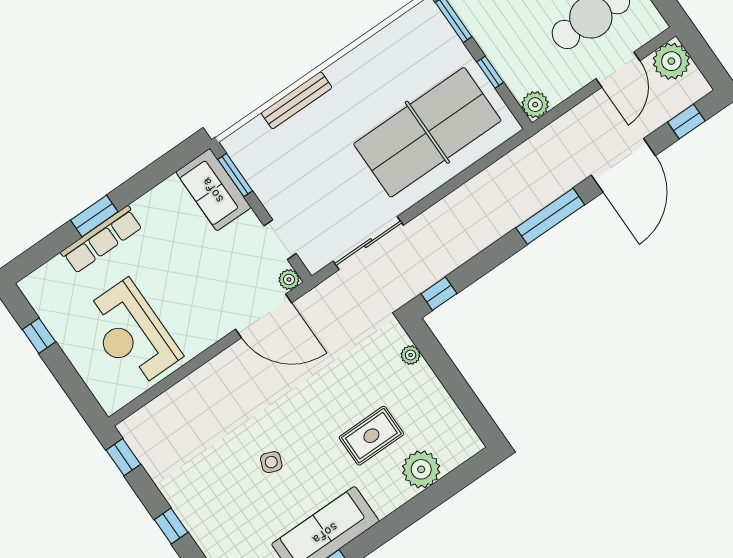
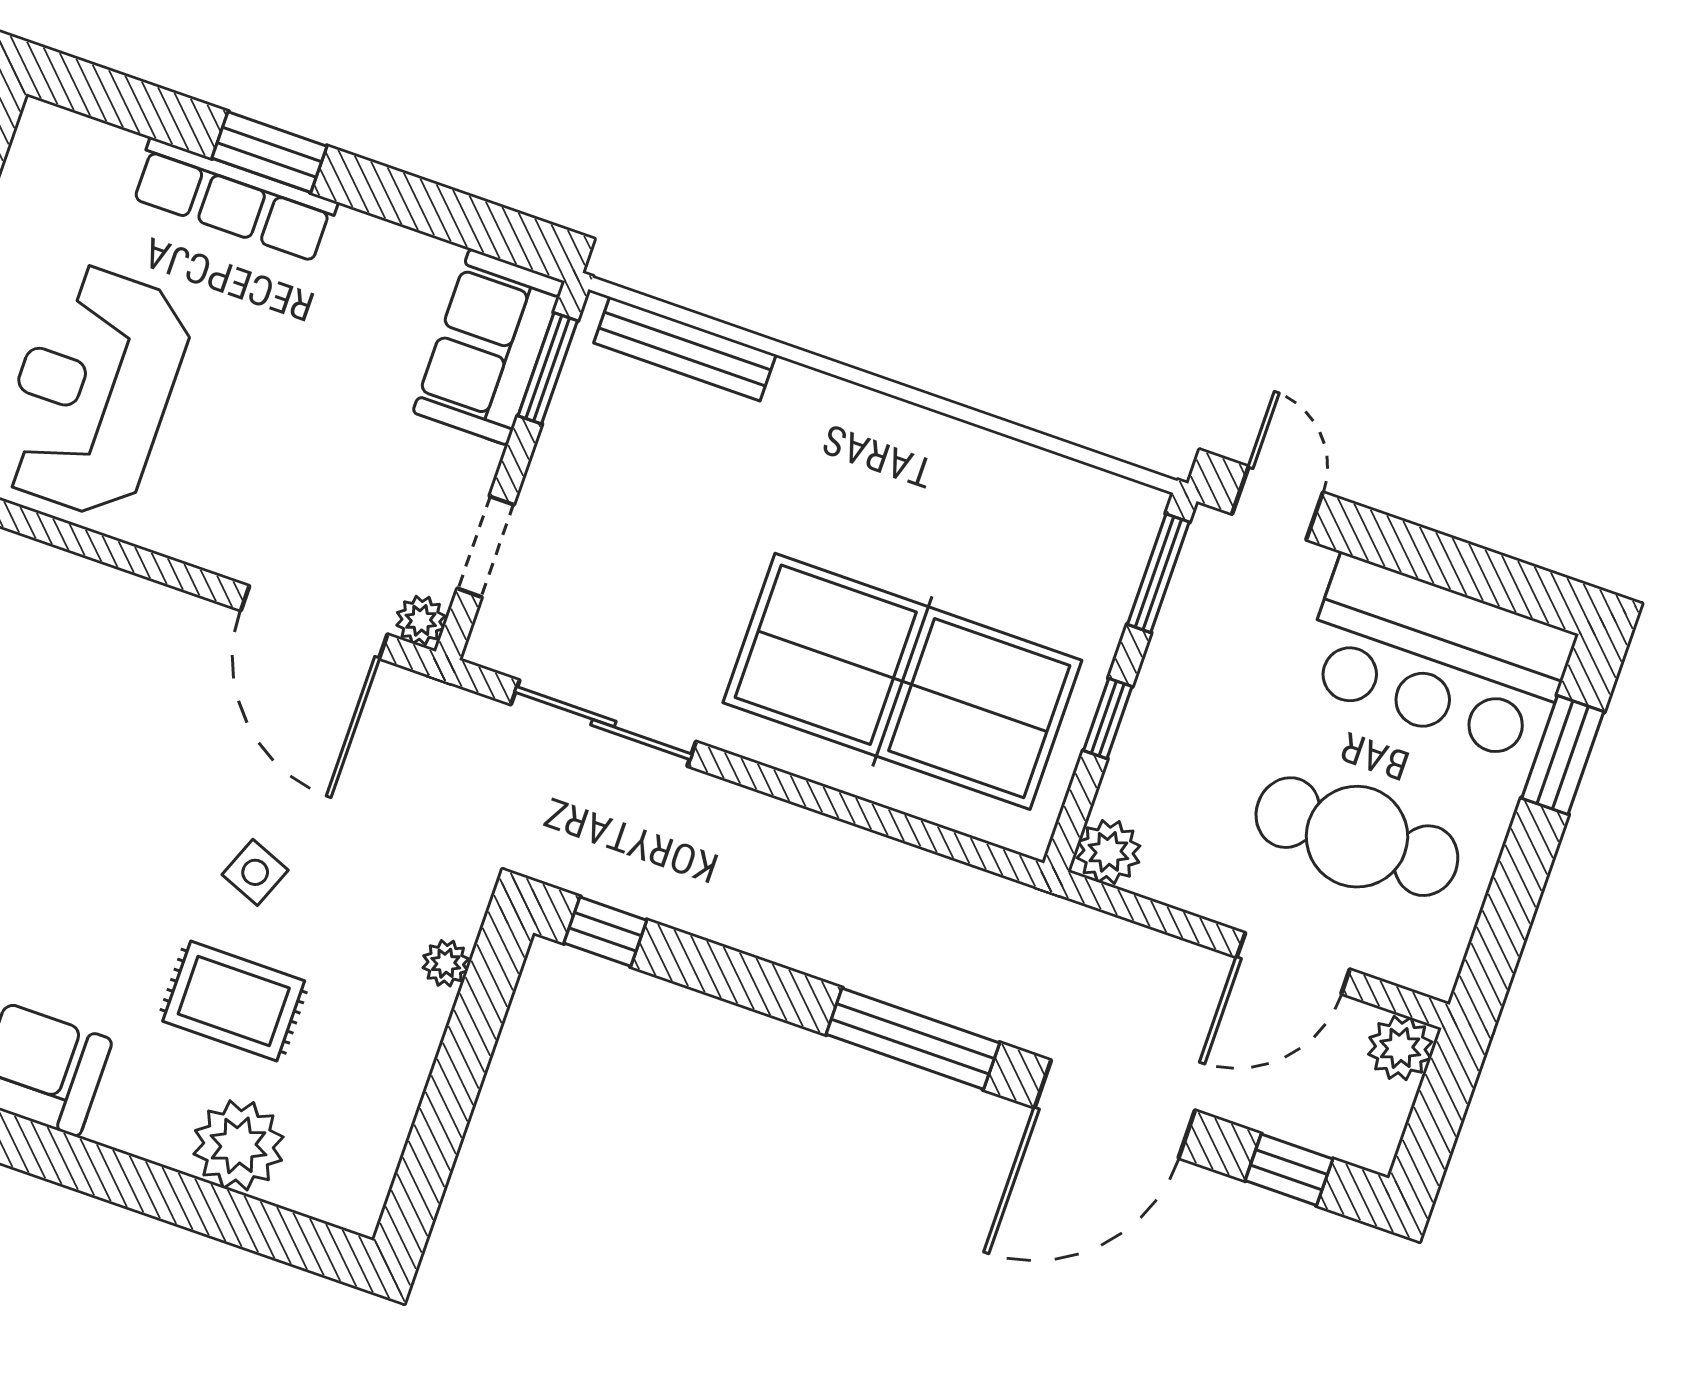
plant: (671, 61) -> (1400, 1048), width x0.73, depth x0.73
bench: (297, 100) -> (685, 349), moved
side table: (271, 462) -> (255, 872), moved

